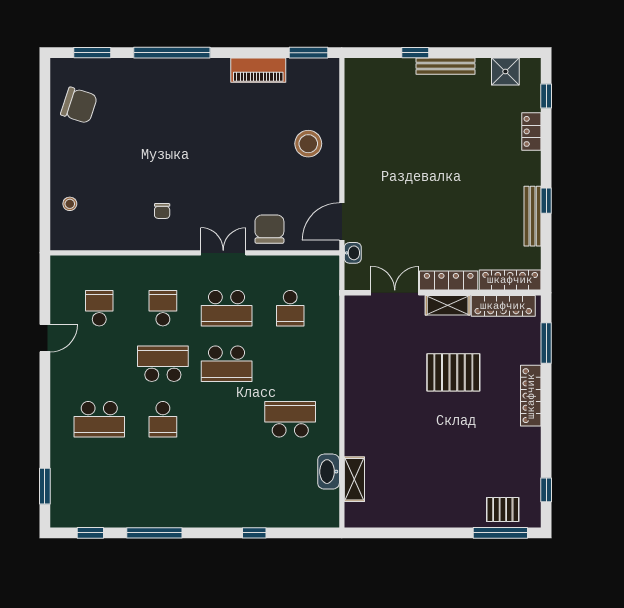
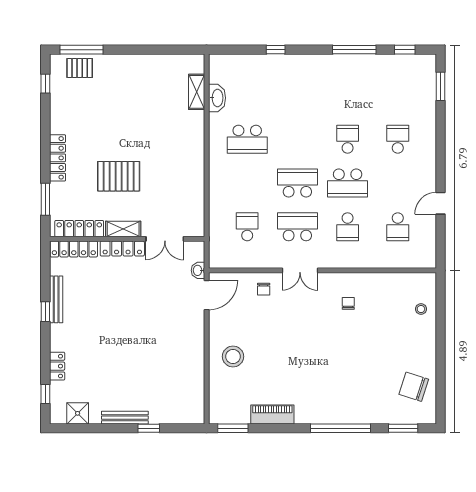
chair: (269, 229) -> (264, 289), width x0.54, depth x0.54
school desk: (99, 419) -> (398, 139), width x0.54

